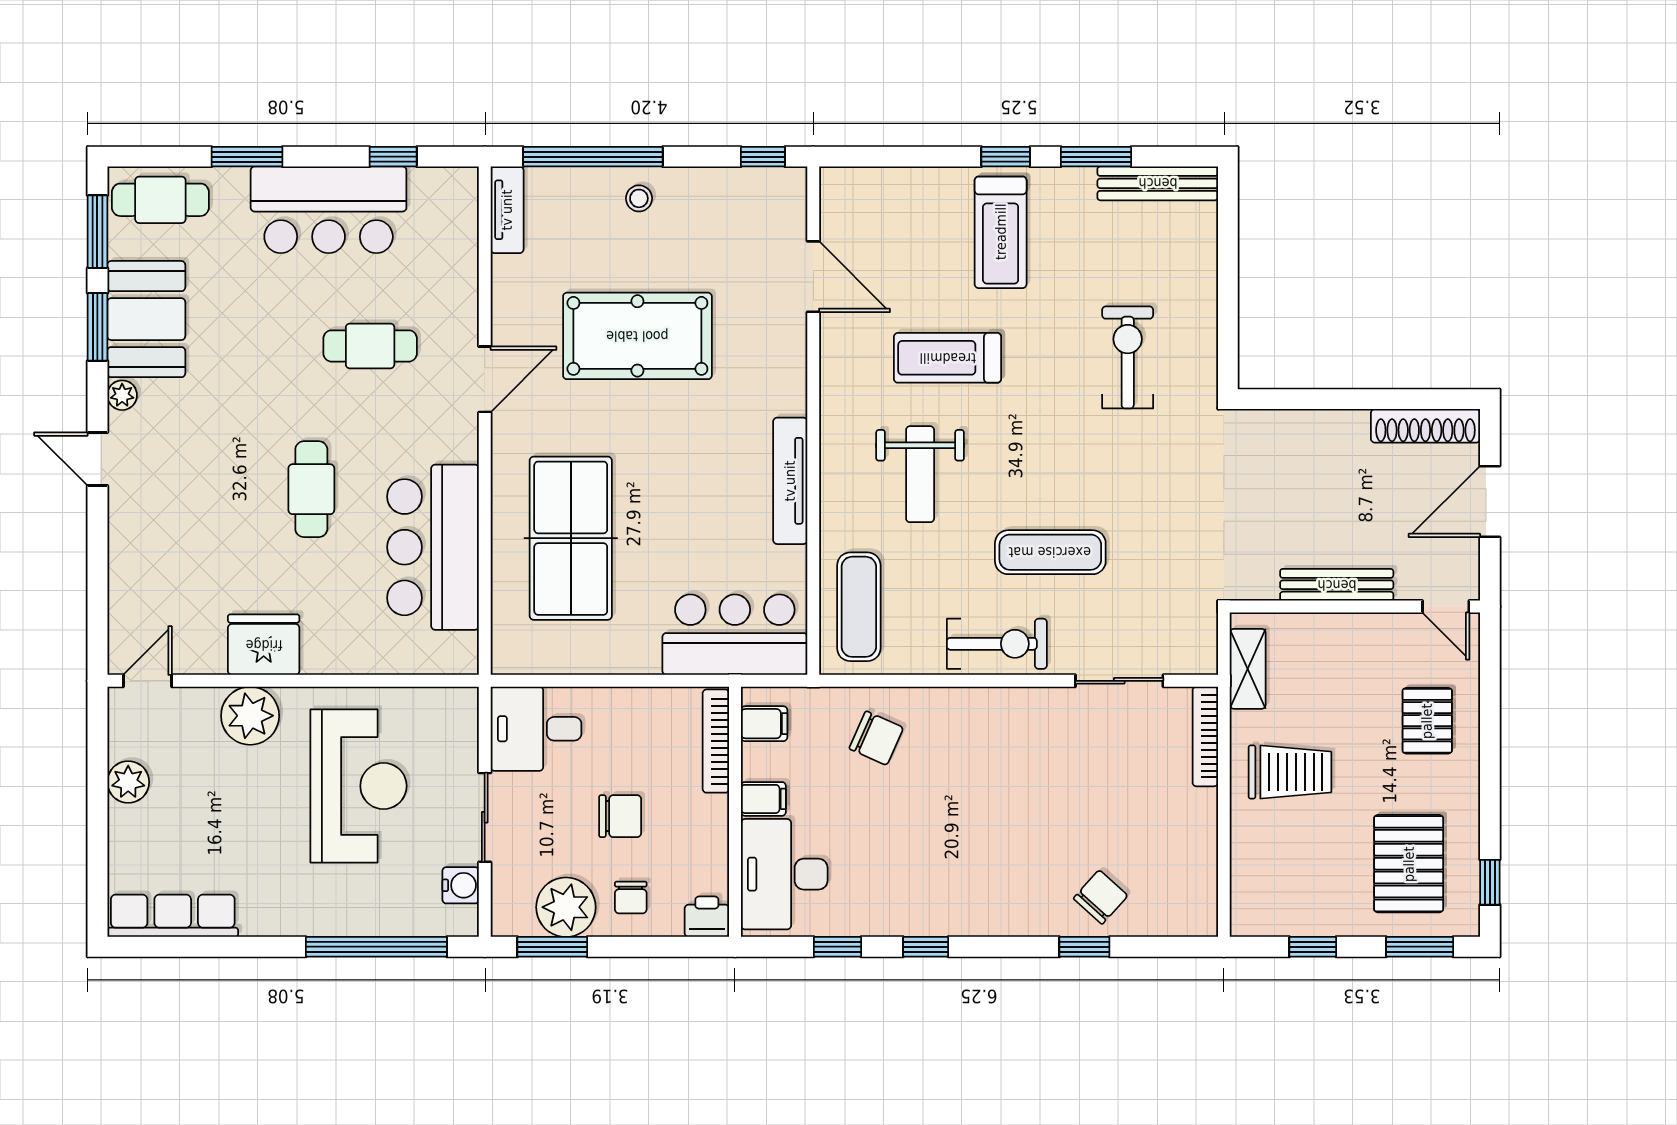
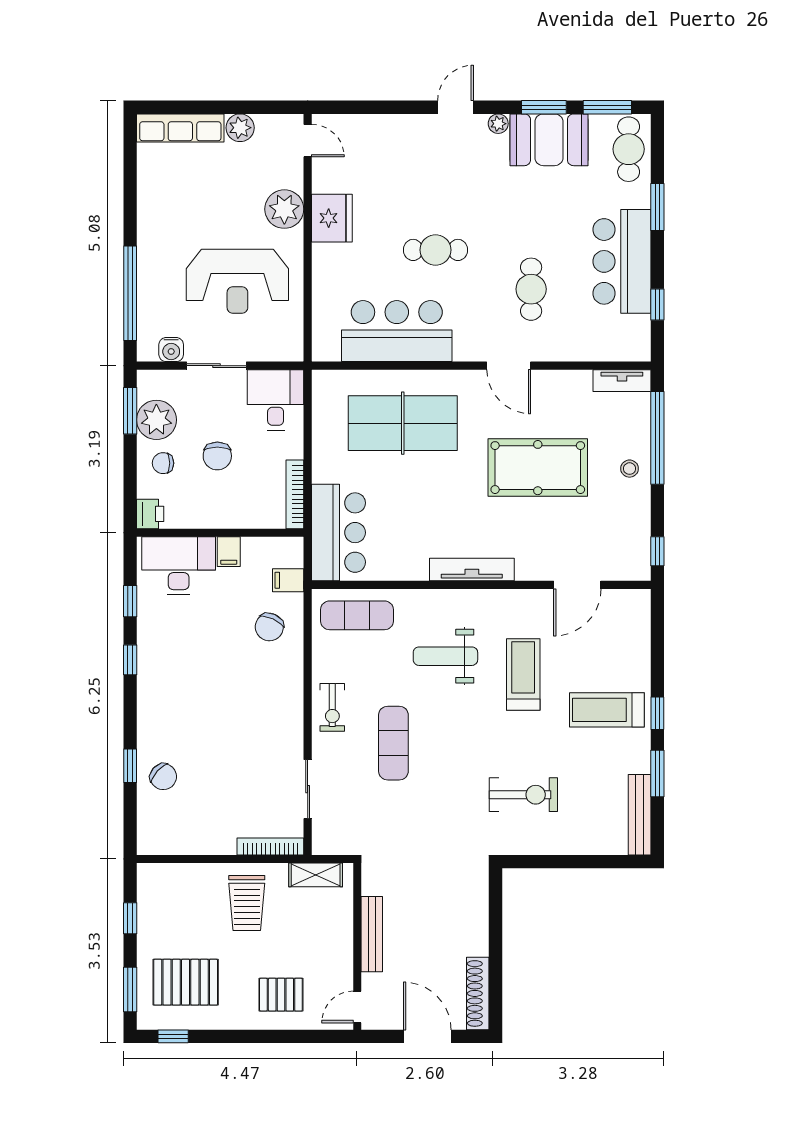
pool table: (637, 336) -> (538, 468), turned 90
tv unit: (790, 481) -> (472, 570), moved
exercise bike: (997, 644) -> (332, 707), width x0.73, depth x0.72
filing cabinet: (764, 724) -> (288, 580), moved, turned 90
bookcase: (716, 741) -> (295, 494), moved, turned -90
row of seats: (173, 916) -> (180, 128), moved, turned 90

